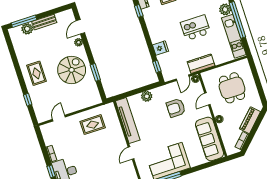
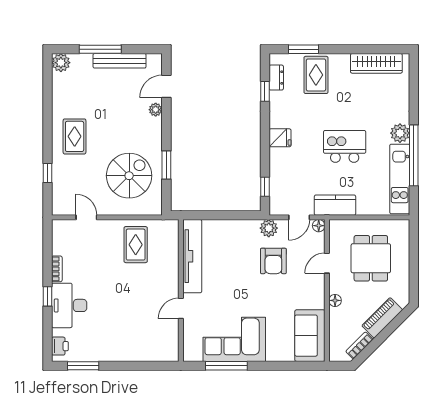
window: (24, 21) -> (100, 49), moved
bench: (44, 22) -> (120, 61), width x1.36
plant: (27, 29) -> (61, 63), moved
fridge: (161, 48) -> (280, 138), moved
spiral stairs: (72, 70) -> (129, 176), moved
plant: (147, 96) -> (269, 228), moved
armchair: (176, 108) -> (273, 261), turned -90
door: (59, 118) -> (86, 217), hinge flipped
rug: (93, 125) -> (136, 245), turned 90
sofa: (210, 139) -> (310, 336), width x0.73

